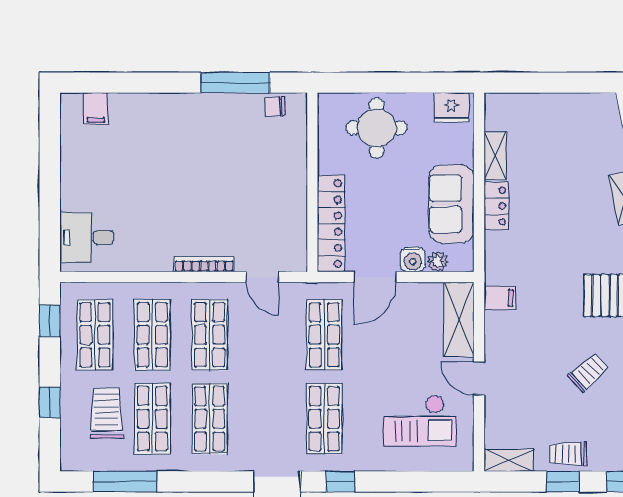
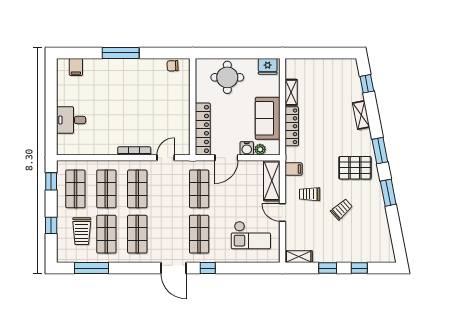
window: (235, 83) -> (121, 53), moved
locker: (496, 206) -> (292, 126), width x1.53
desk: (87, 238) -> (71, 120), moved
door: (262, 277) -> (166, 158), swing flipped
trolley: (107, 413) -> (82, 231), turned 180
trolley: (568, 454) -> (310, 194), moved

